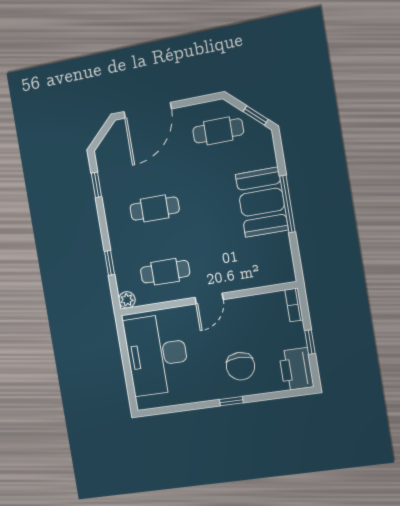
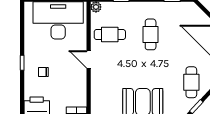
cafe table: (165, 272) -> (110, 34), turned 90
chair: (240, 366) -> (43, 72), width x0.54, depth x0.54

